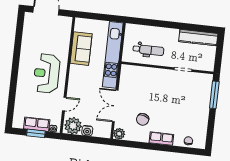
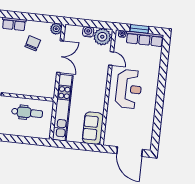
sofa: (81, 49) -> (93, 128), moved
dental chair: (148, 50) -> (27, 113), turned 180
door: (64, 104) -> (111, 58), swing flipped
row of seats: (37, 124) -> (145, 39), width x1.48

